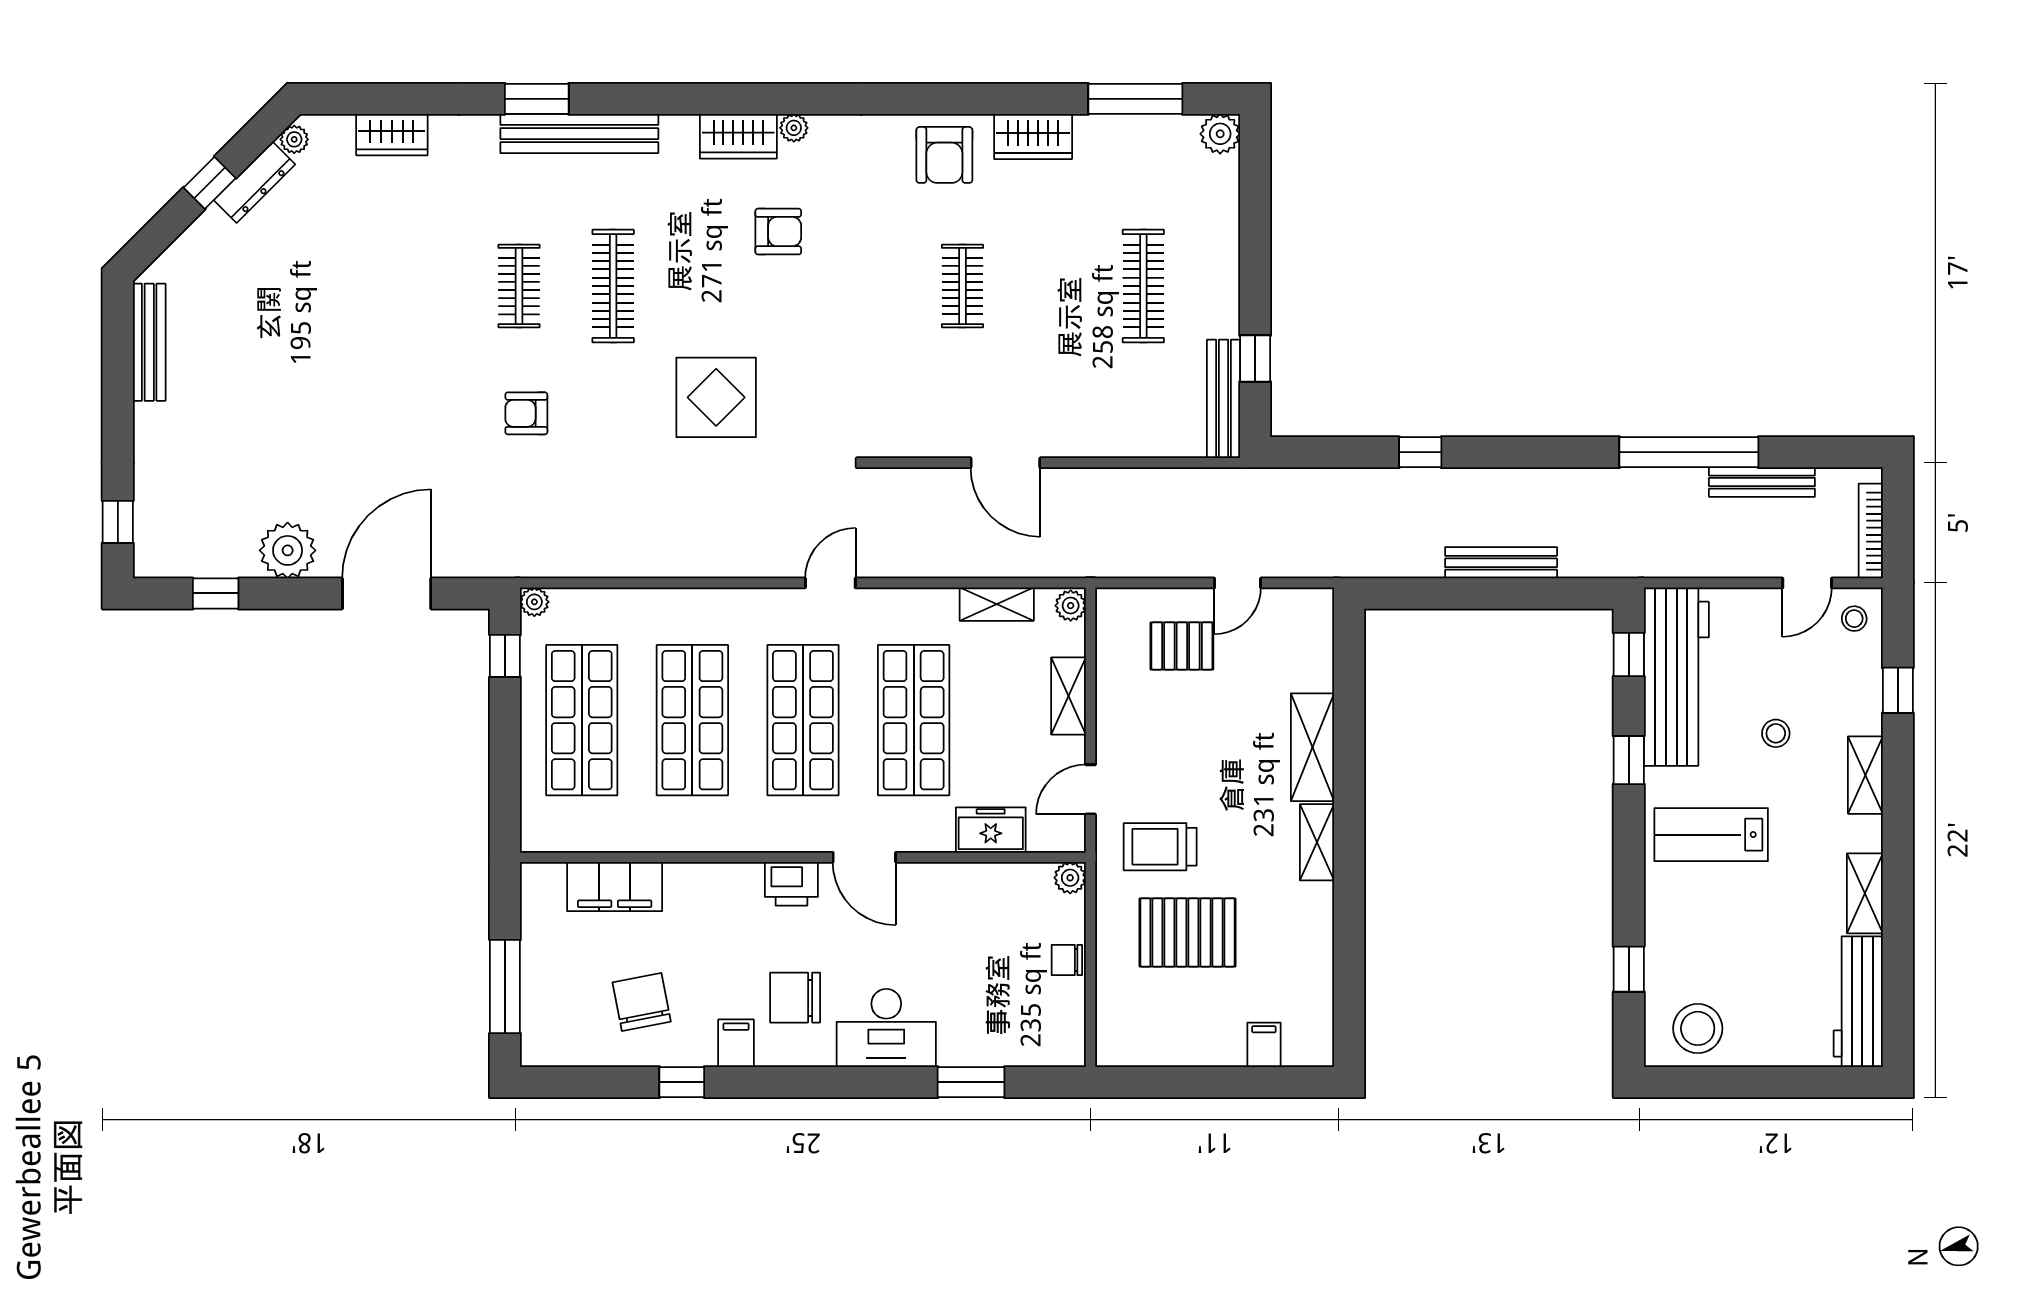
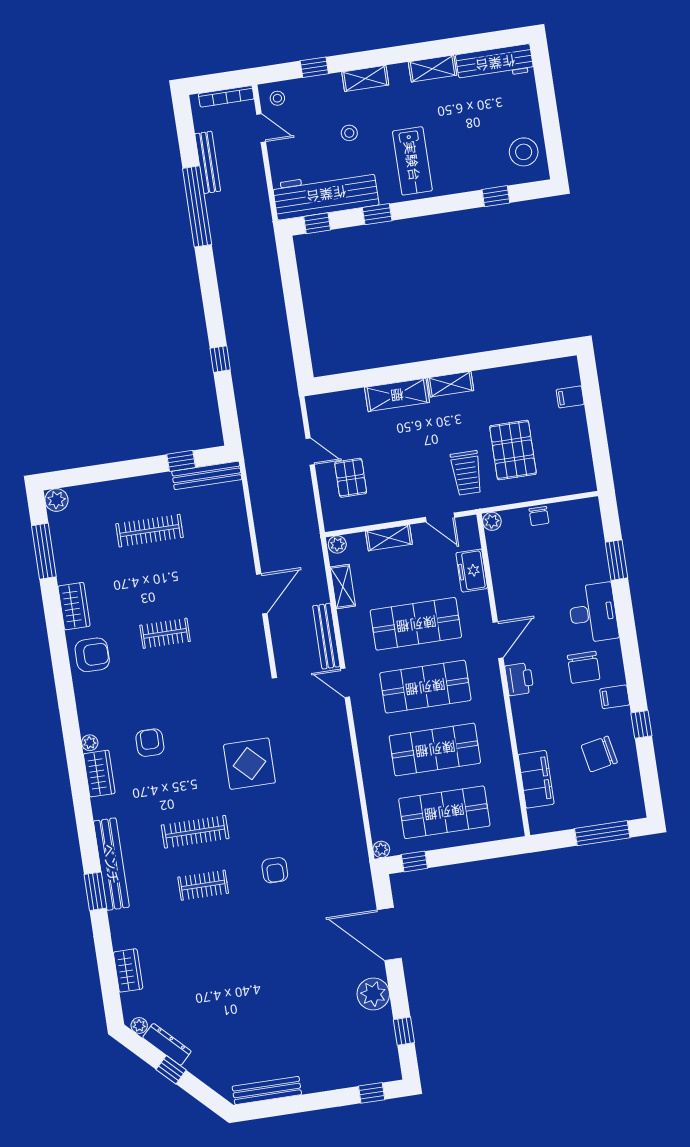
bench: (1501, 563) -> (326, 636), moved

